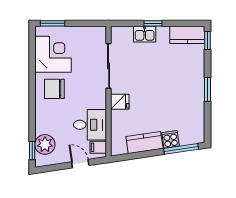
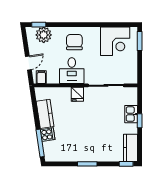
chair: (54, 89) -> (74, 42), moved
desk: (90, 125) -> (72, 71), moved

